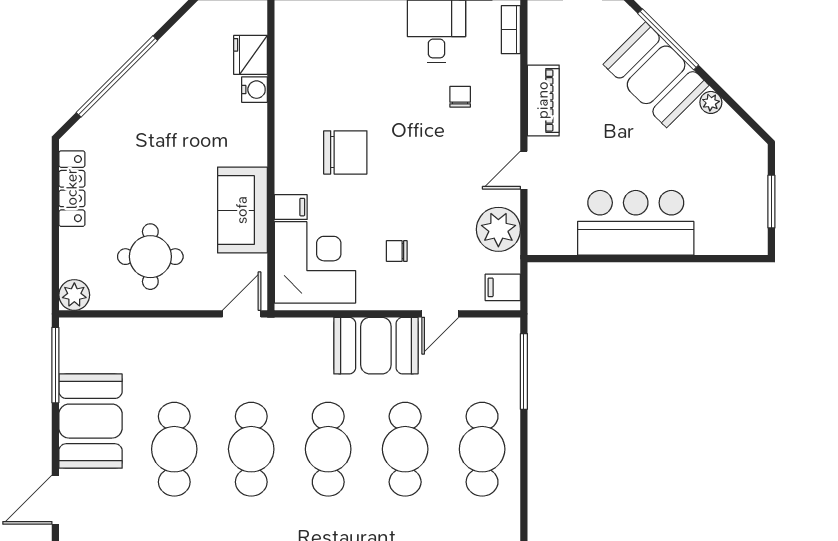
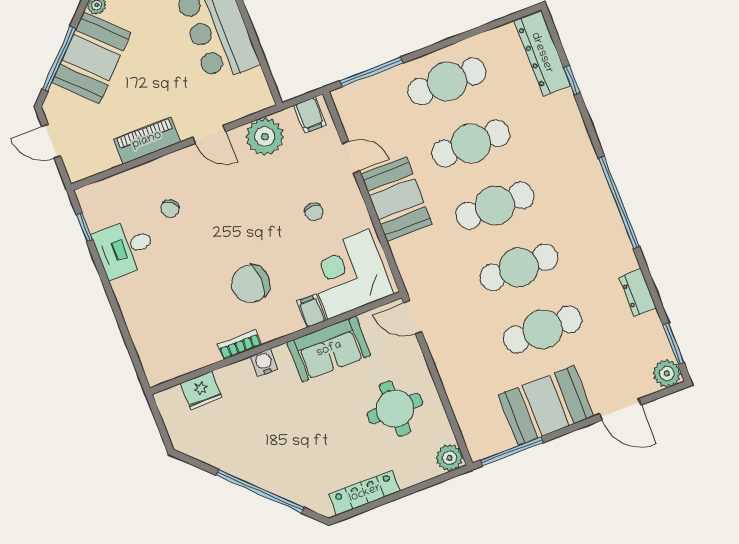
bookcase: (511, 30) -> (240, 345), moved, turned 180
water cooler: (254, 90) -> (264, 363), moved
chair: (460, 97) -> (170, 209), turned -53
chair: (345, 152) -> (250, 284), turned -92

